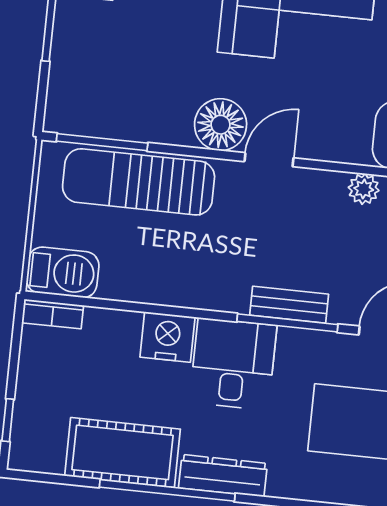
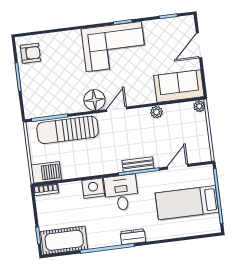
cot: (123, 452) -> (64, 240), moved
dresser: (223, 476) -> (133, 237), width x0.70

